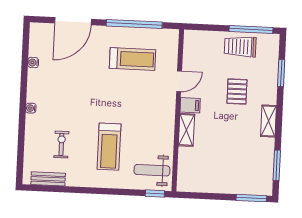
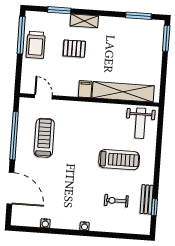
door: (179, 81) -> (43, 97), moved
shelving: (269, 121) -> (84, 21), moved
shelving: (186, 130) -> (123, 92), width x2.20, depth x1.33
bench: (48, 179) -> (147, 199), moved
window: (155, 194) -> (154, 207), moved

